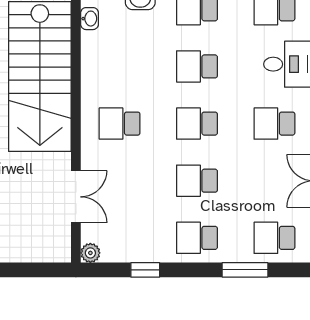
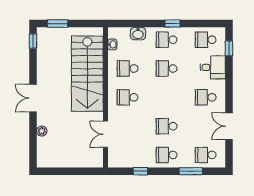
school desk: (197, 124) -> (128, 69), moved
double door: (76, 197) -> (105, 134), swing flipped
plant: (90, 253) -> (113, 163), removed

